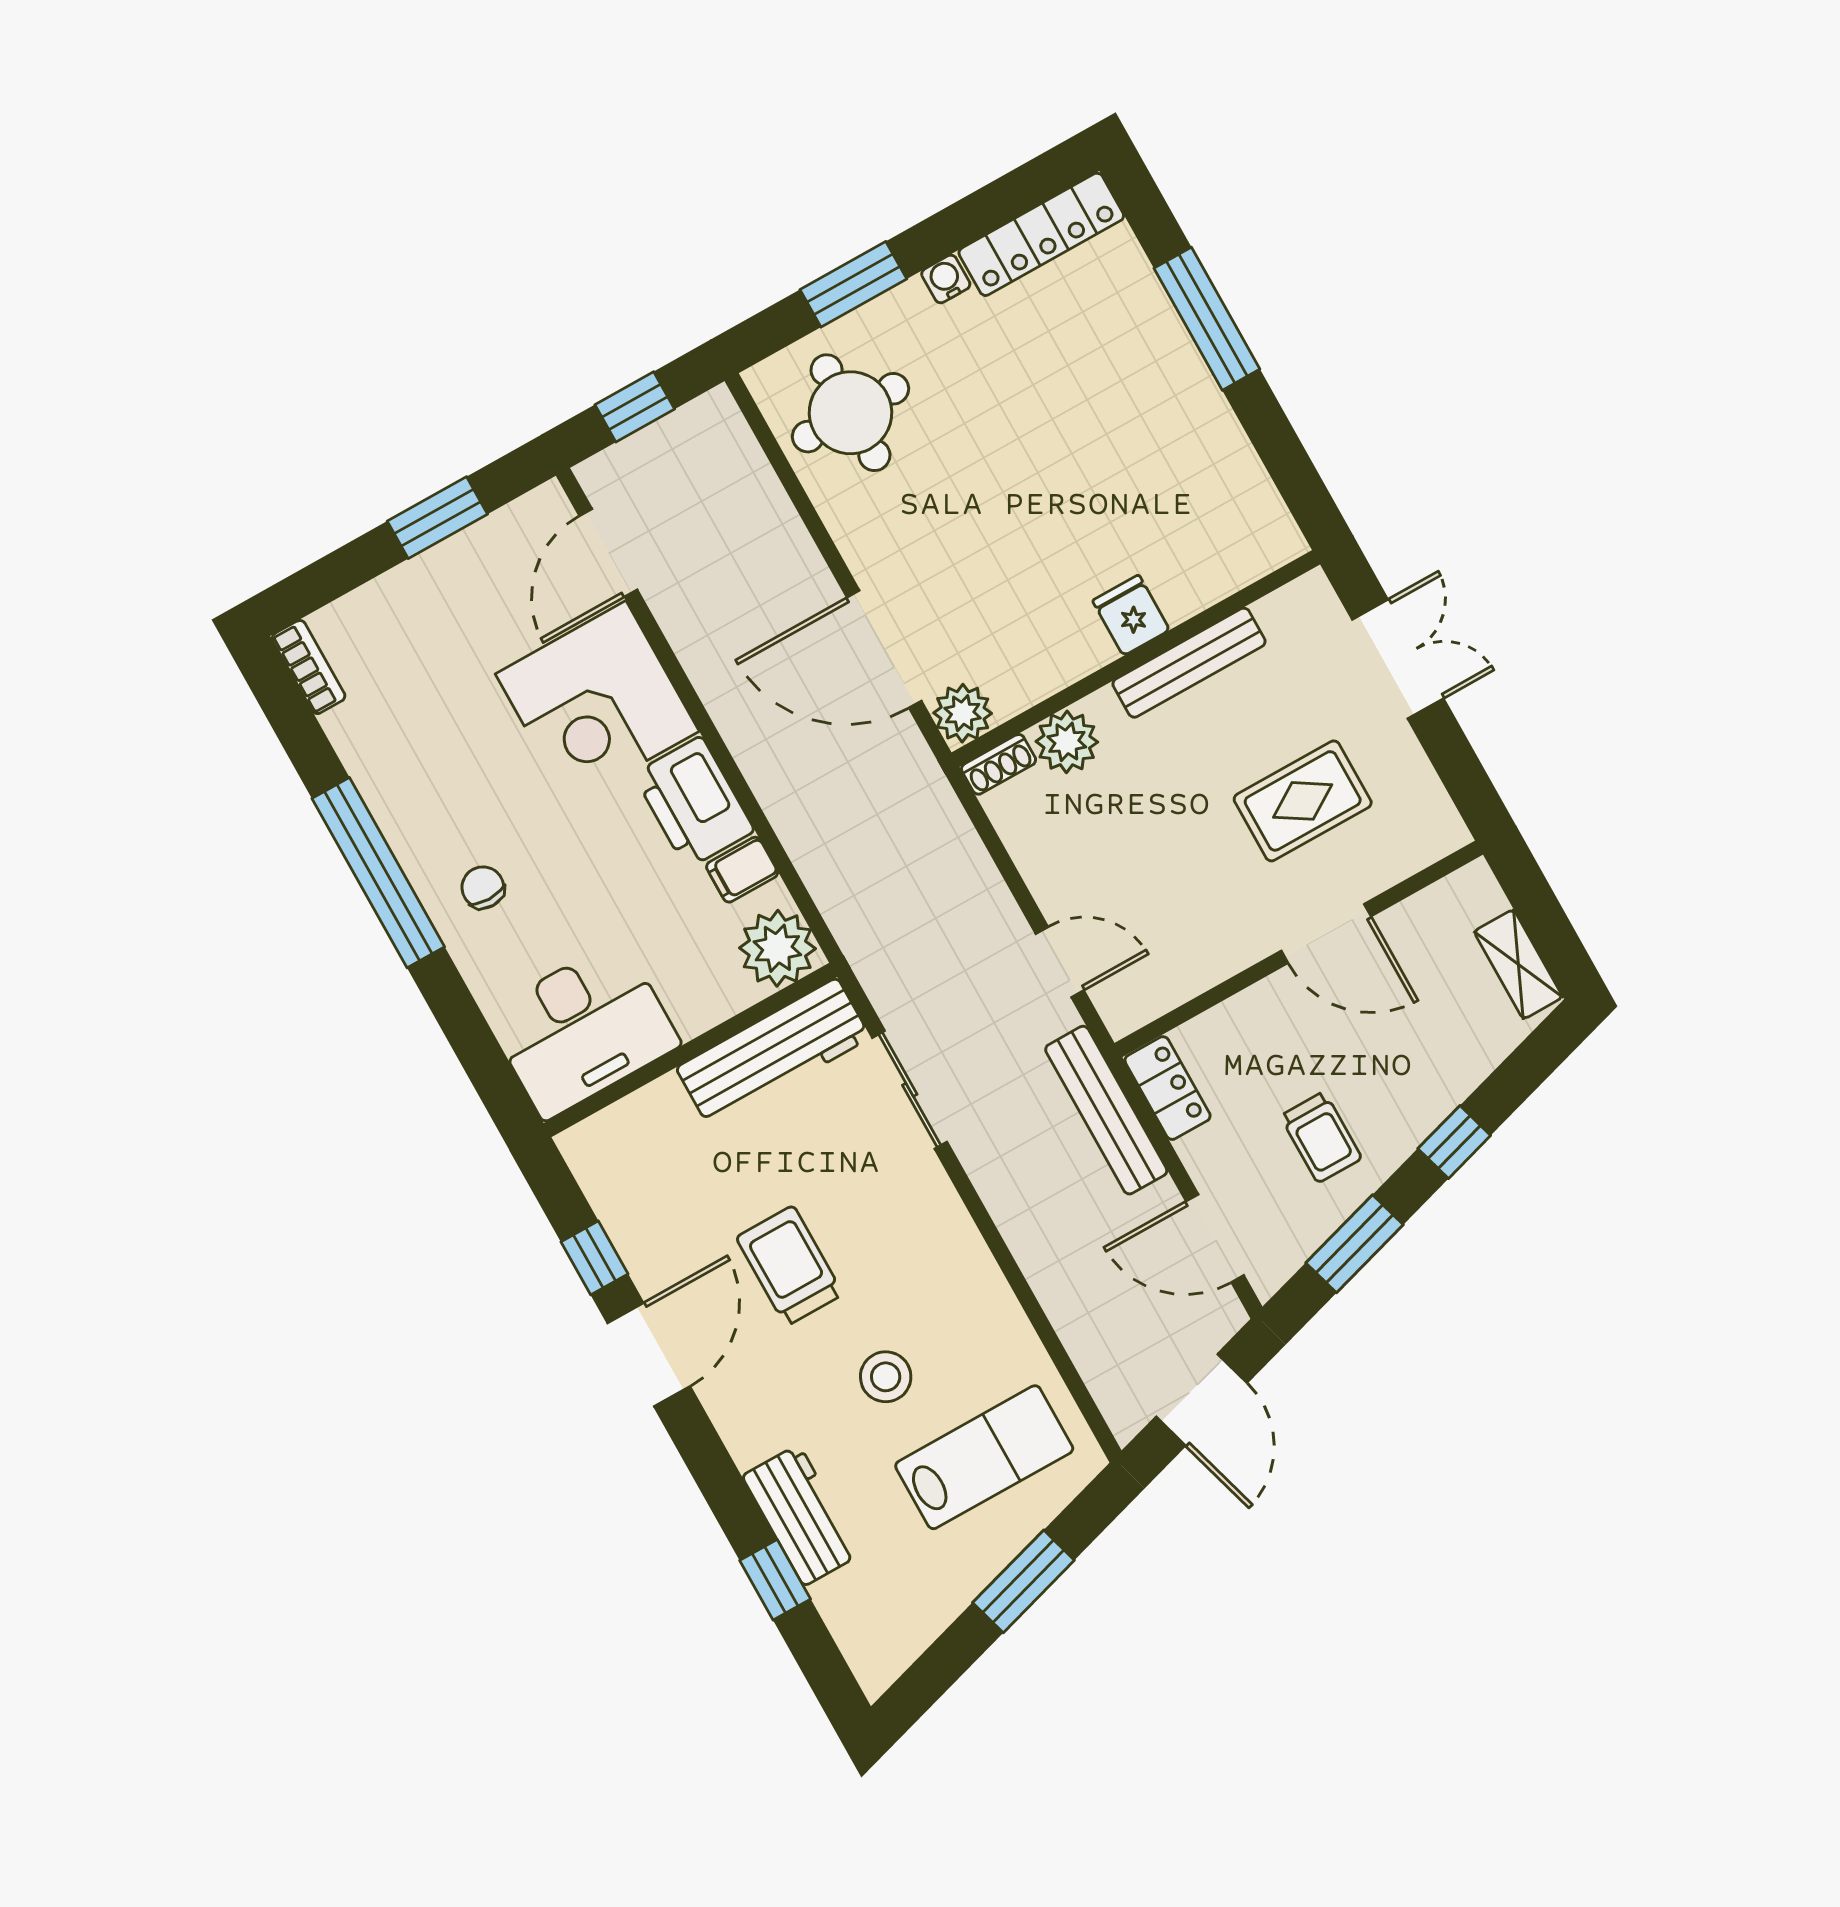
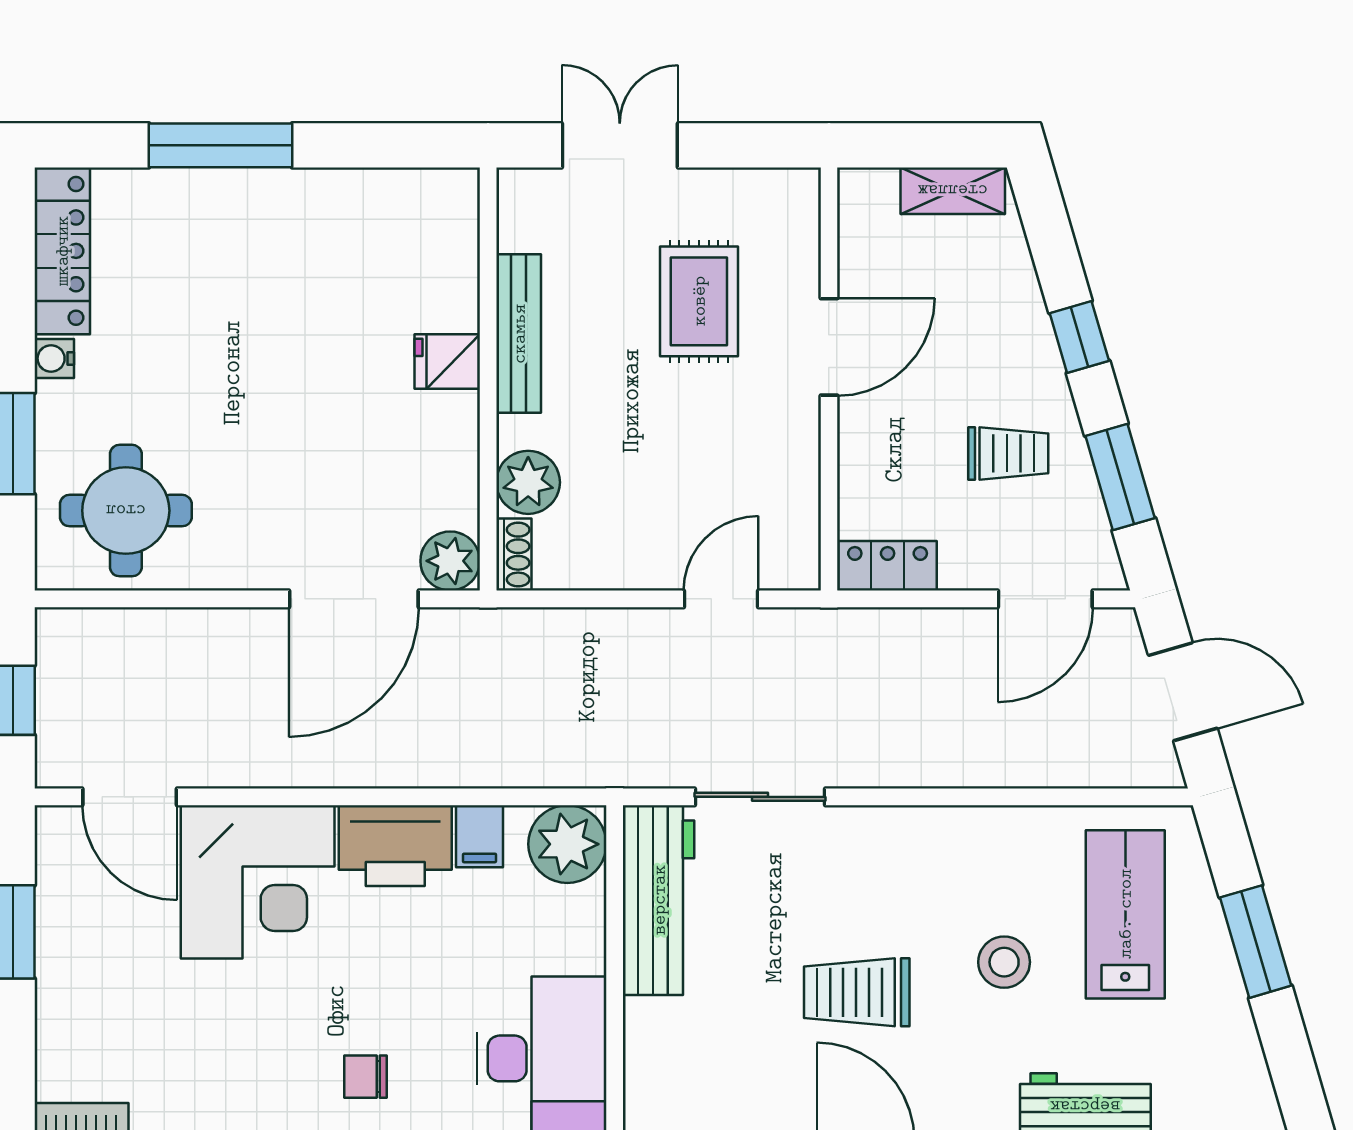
bench: (1106, 1110) -> (877, 632), removed

